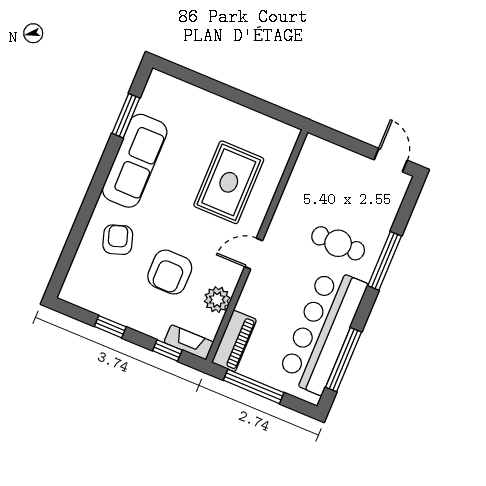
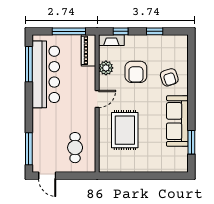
cafe table: (338, 243) -> (75, 148), moved, turned 90
window: (385, 261) -> (29, 149), moved
armchair: (170, 272) -> (136, 72), turned 180

